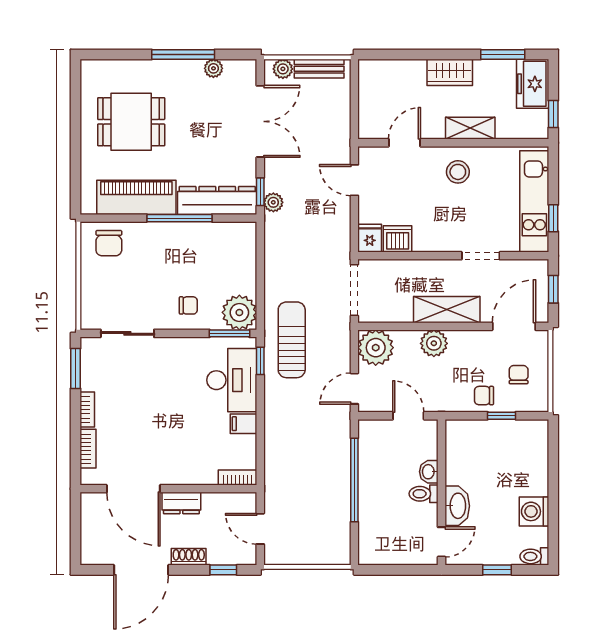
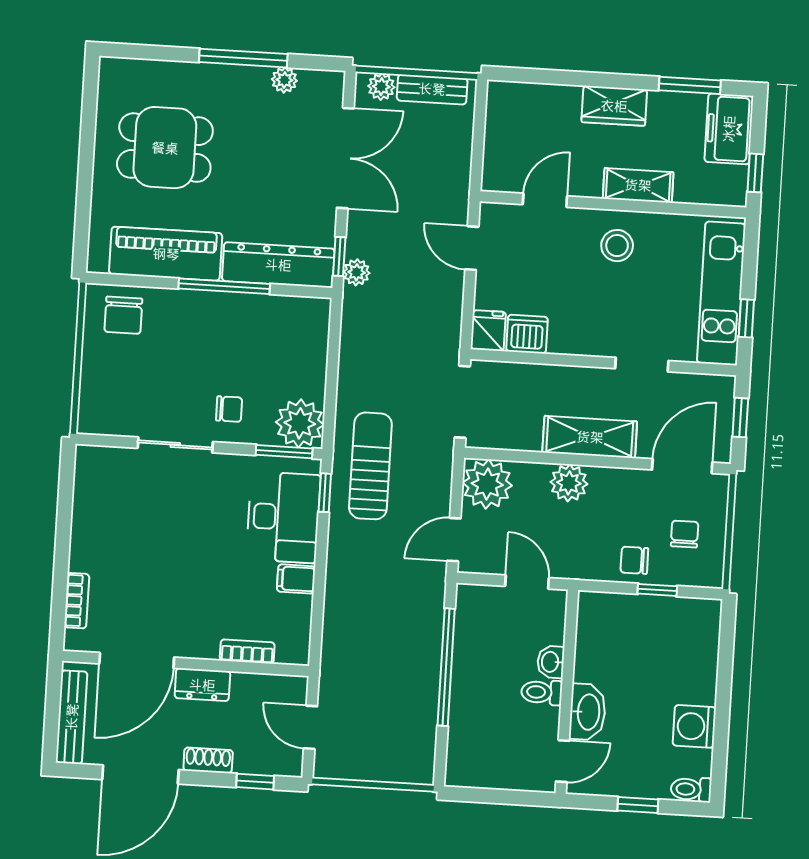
sliding door: (127, 333) -> (175, 445), moved
window: (76, 369) -> (66, 488), removed
bookcase: (87, 410) -> (79, 546), removed
bookcase: (238, 477) -> (247, 651), moved
door: (133, 489) -> (137, 660), hinge flipped
bench: (90, 532) -> (72, 717), added

